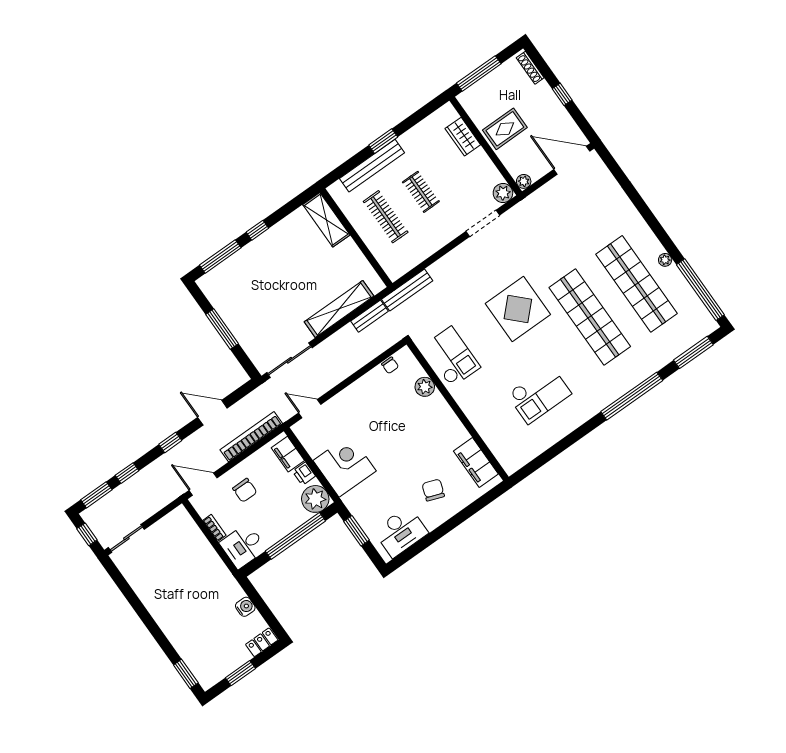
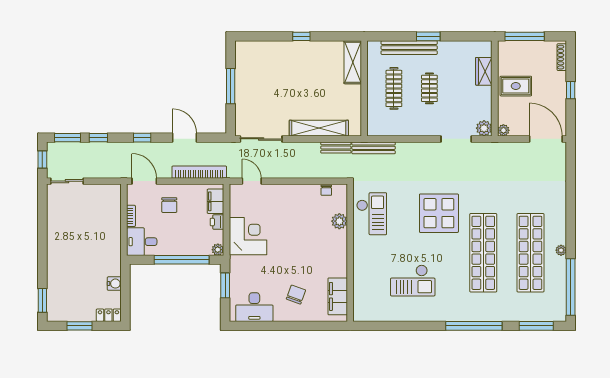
window: (220, 256) -> (264, 36), removed
plant: (315, 499) -> (218, 250), width x0.53, depth x0.53

